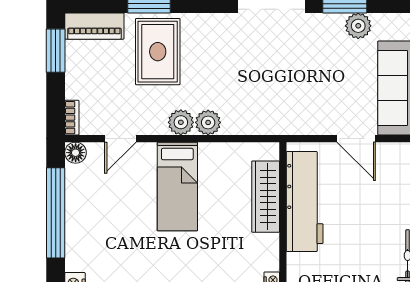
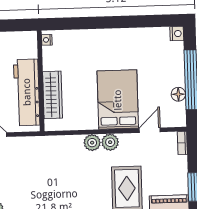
floor lamp: (76, 153) -> (178, 94), moved
bed: (177, 186) -> (118, 100), width x1.50

